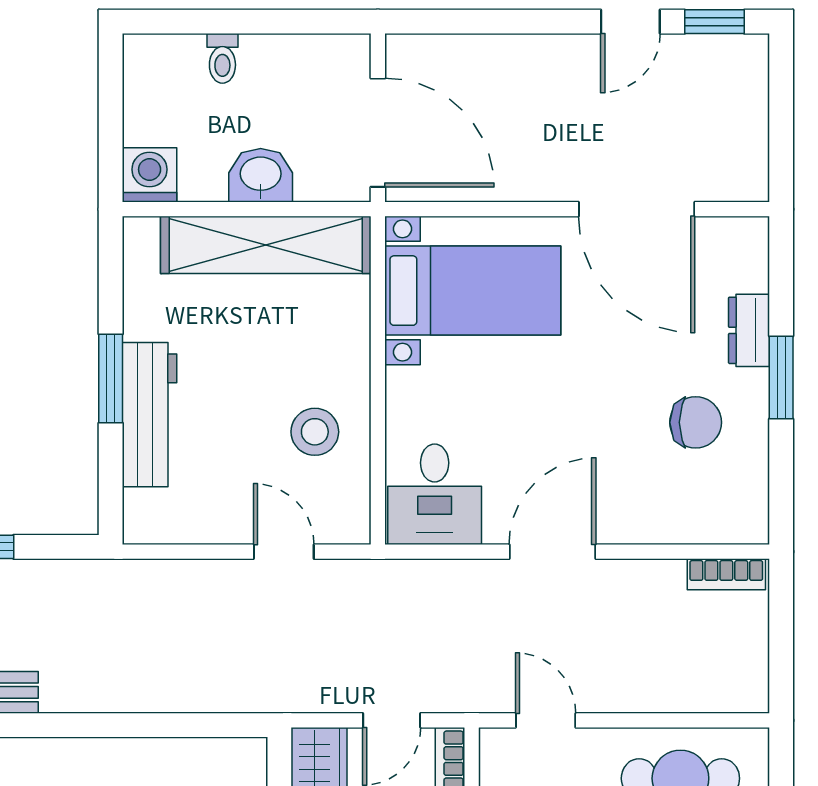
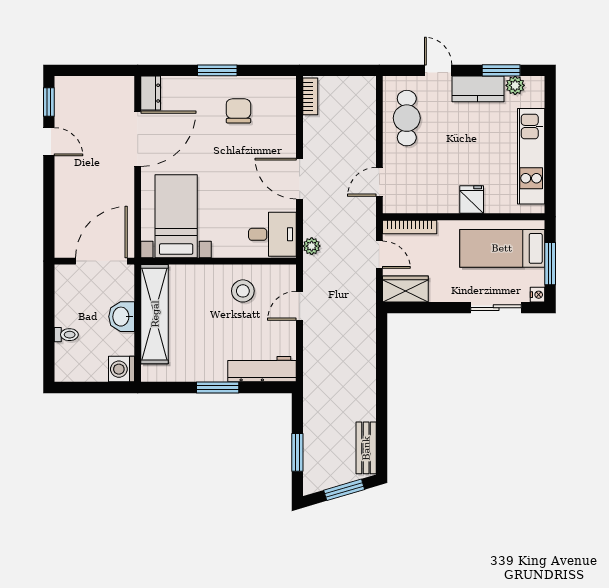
dresser: (749, 330) -> (151, 93), moved, turned -90
workbench: (149, 415) -> (262, 369), moved
plant: (410, 577) -> (312, 246), added

